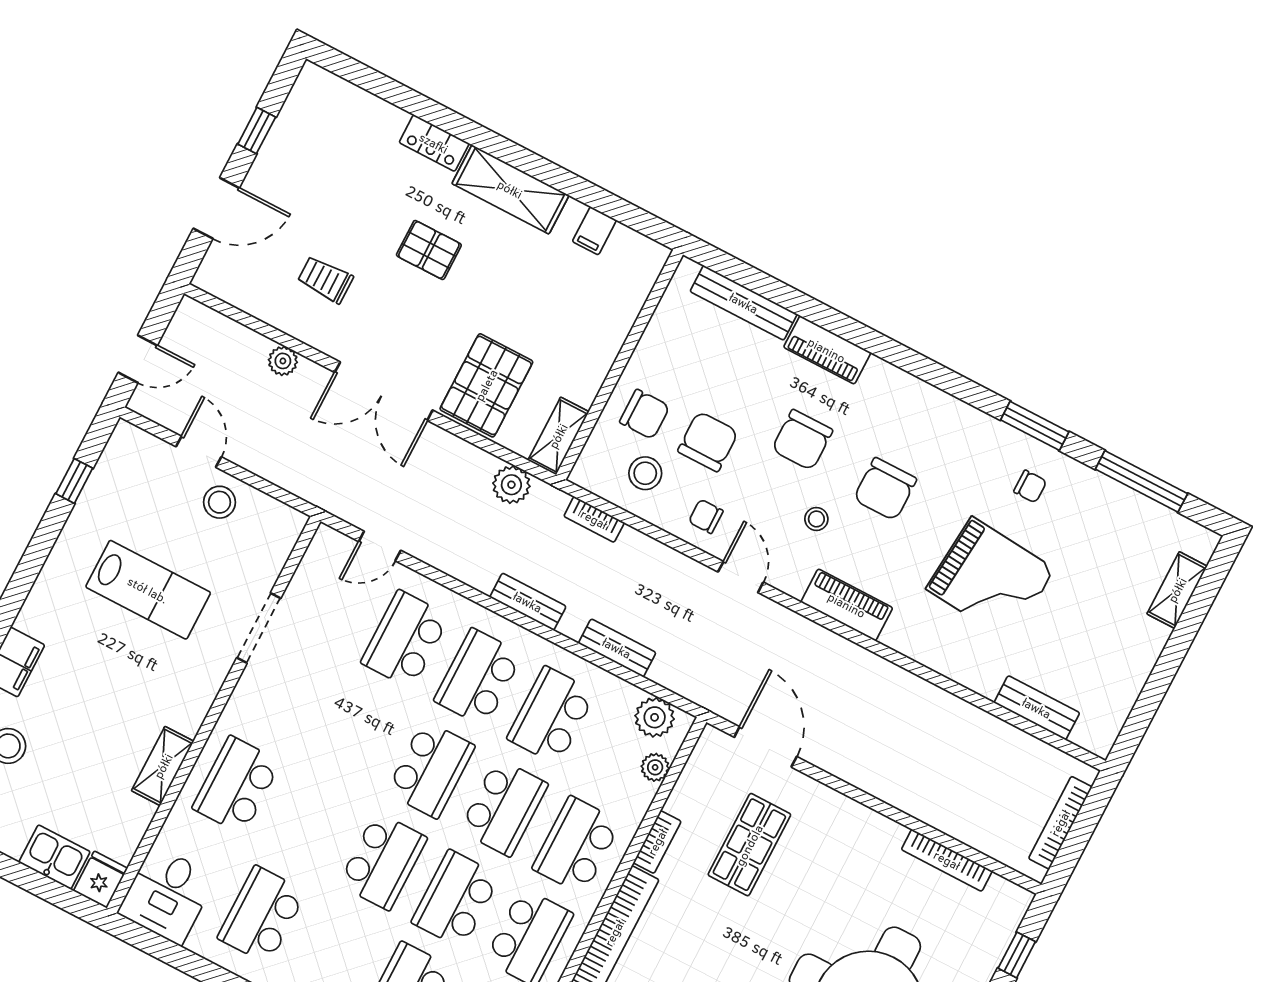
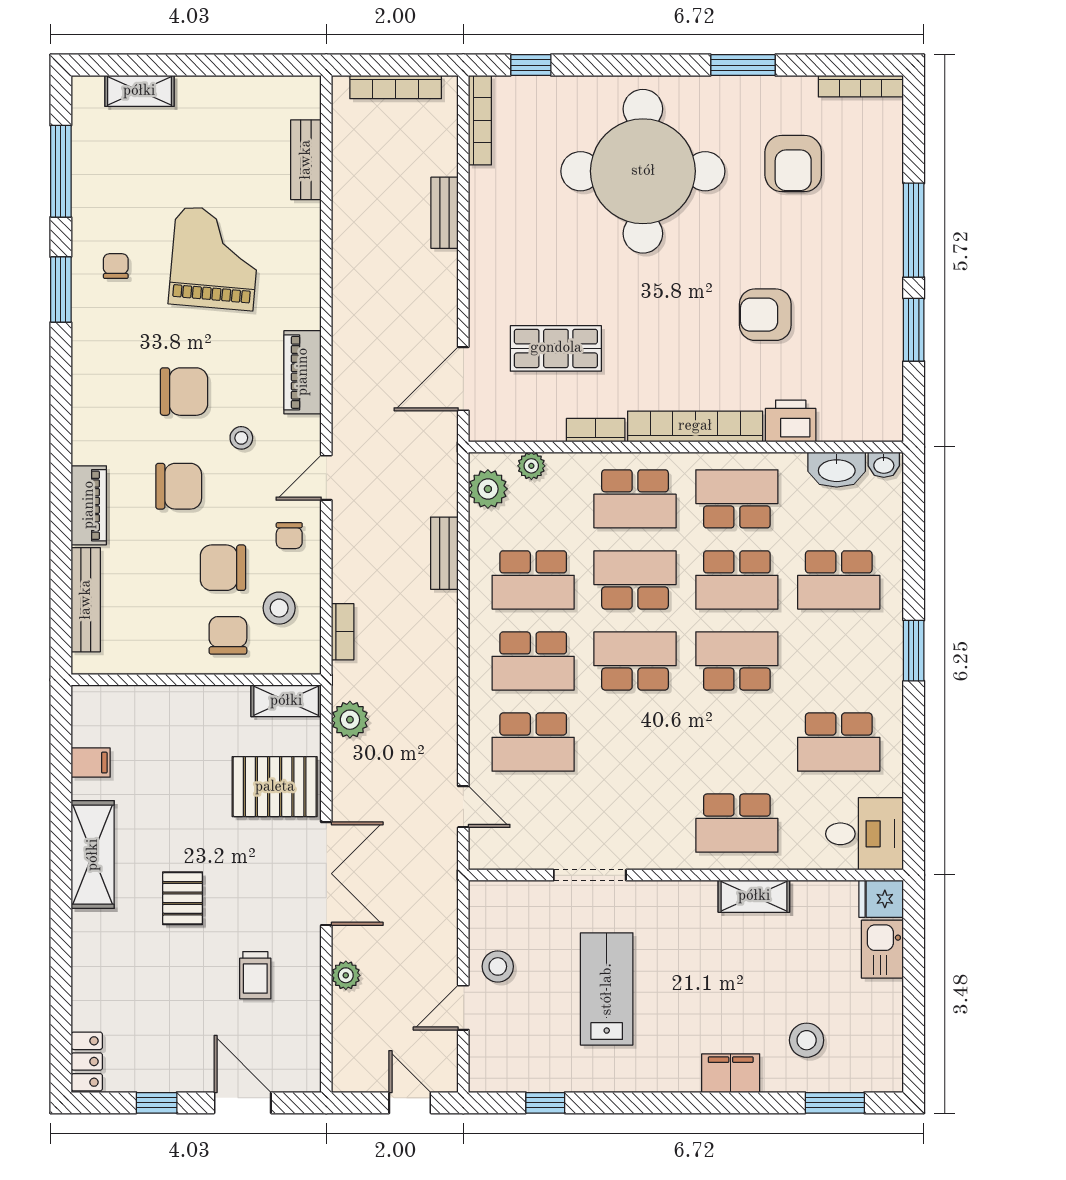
locker: (434, 143) -> (87, 1062), moved
bench: (528, 602) -> (445, 213), moved
bookcase: (947, 860) -> (480, 120), moved

